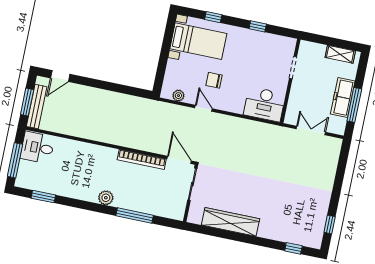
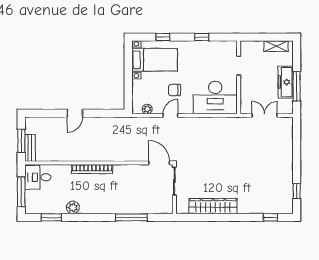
door: (60, 76) -> (75, 113), moved
desk: (265, 104) -> (215, 97), width x1.36, depth x1.30
bench: (37, 107) -> (30, 148), width x0.73
door: (204, 108) -> (171, 115), hinge flipped
bookcase: (142, 159) -> (92, 169), moved
plant: (106, 198) -> (73, 207), moved

